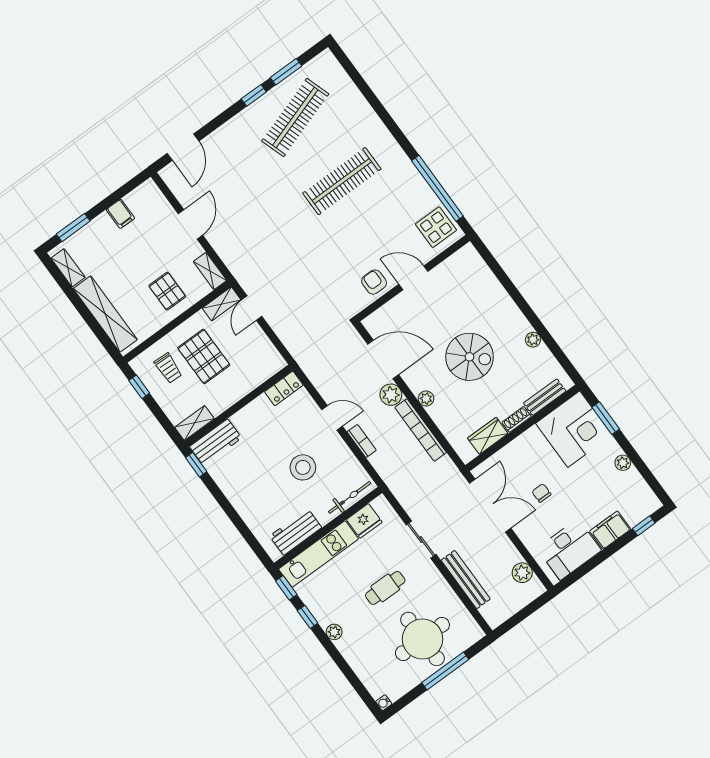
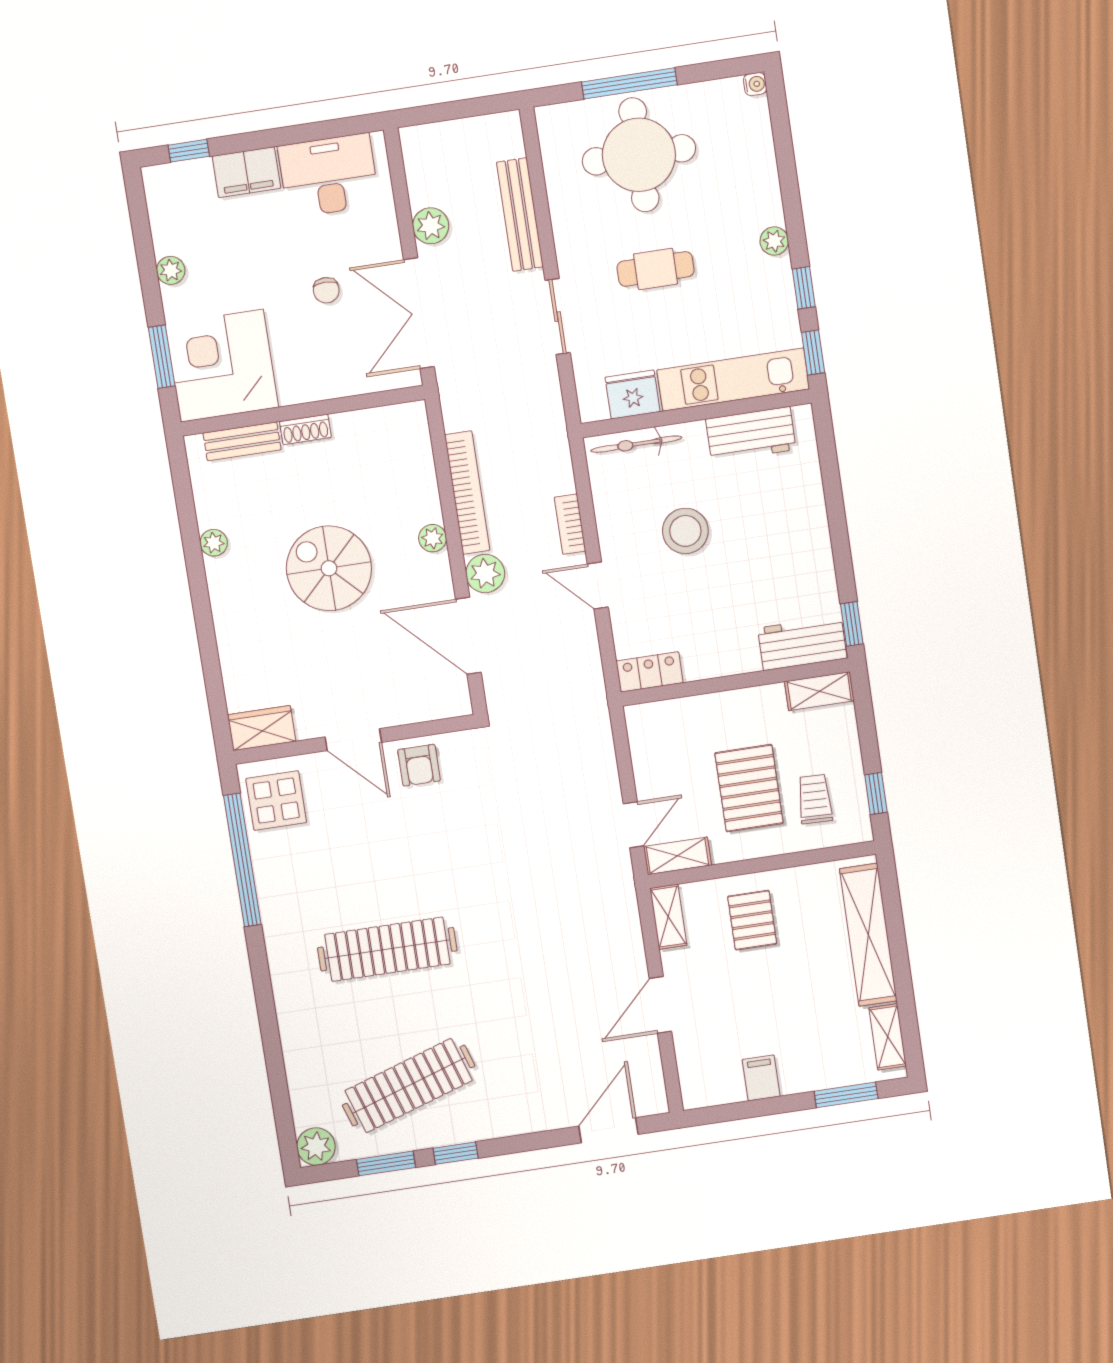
plant: (326, 62) -> (316, 1146), added
wardrobe: (488, 436) -> (262, 728), moved, turned 180
plant: (522, 573) -> (431, 226), moved

